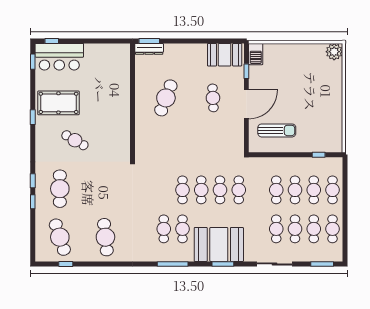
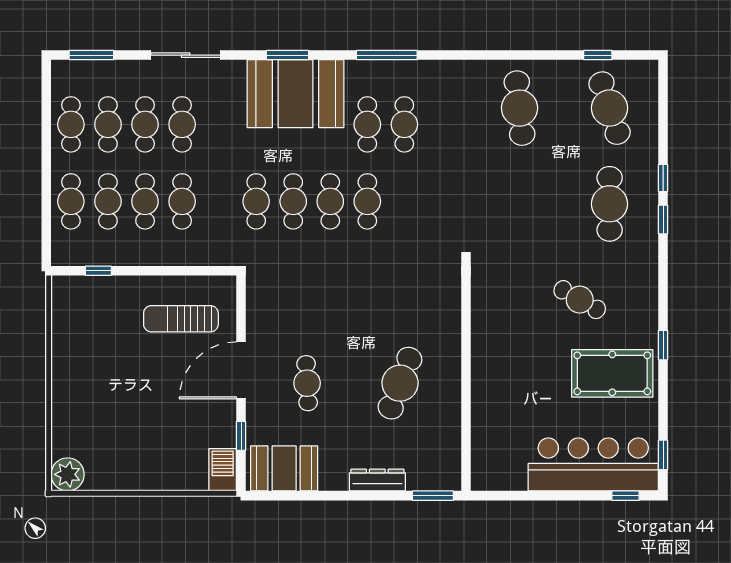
dresser: (149, 49) -> (377, 480), moved
bar counter: (59, 57) -> (593, 464), width x1.36

